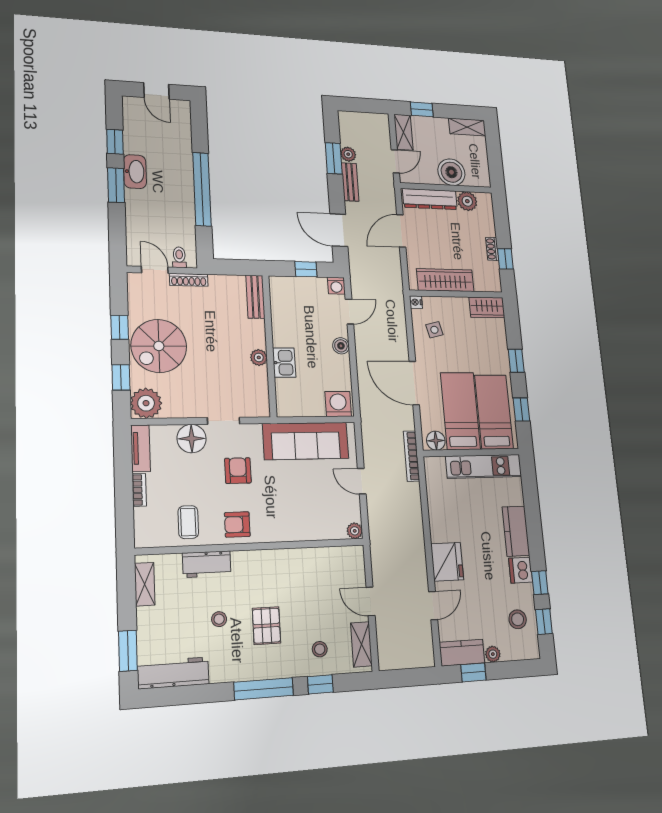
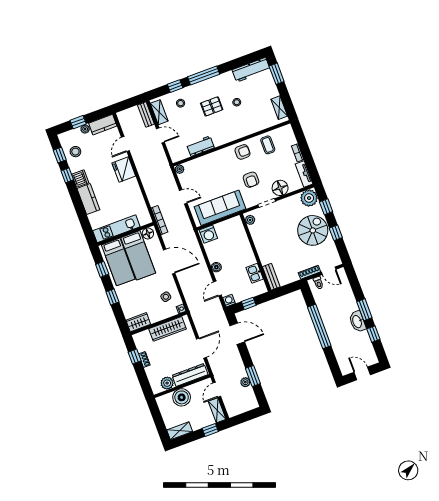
bench: (350, 182) -> (146, 115), moved
plant: (259, 357) -> (250, 220), moved
kitchen sink: (284, 363) -> (255, 273), moved
workbench: (207, 564) -> (200, 146), moved
pallet: (266, 626) -> (212, 106), turned 90
window: (473, 672) -> (78, 122), moved

